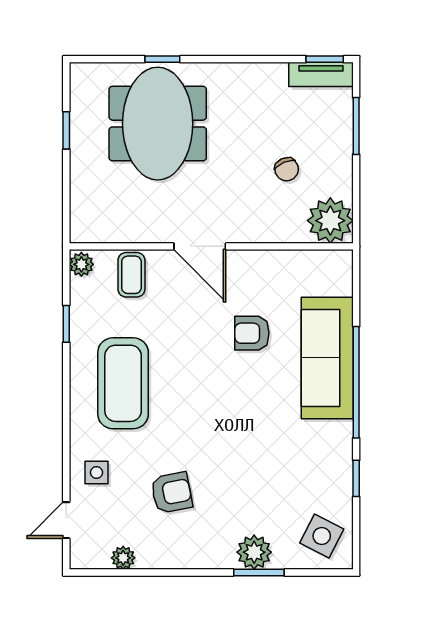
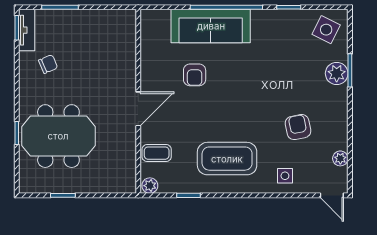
chair: (287, 169) -> (48, 64), moved
plant: (330, 221) -> (121, 24), removed
door: (66, 520) -> (332, 195), moved

